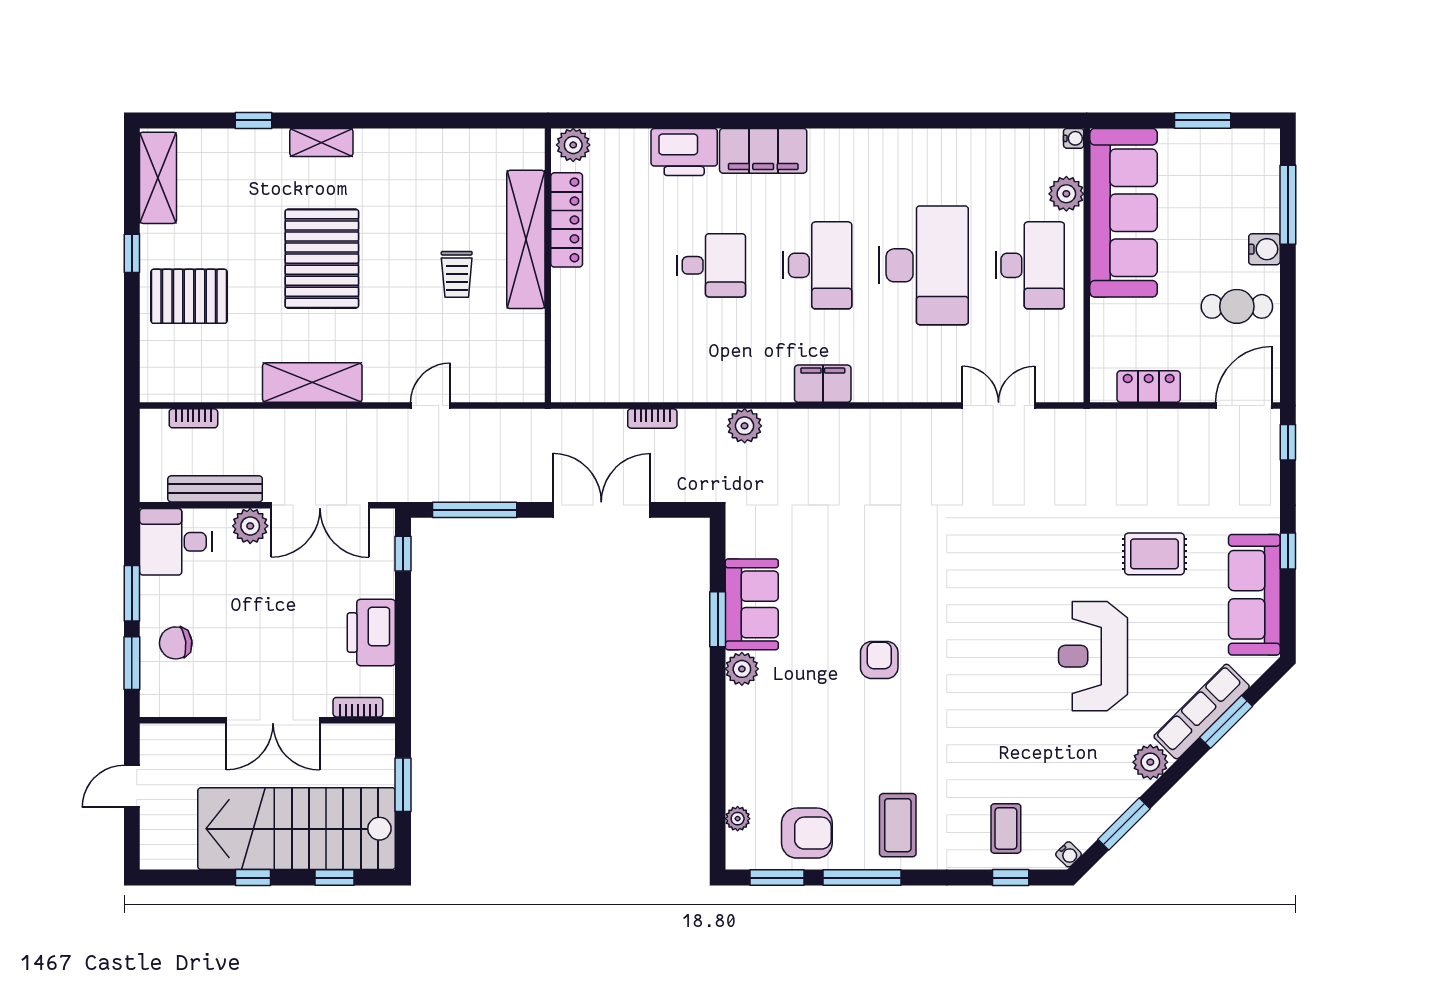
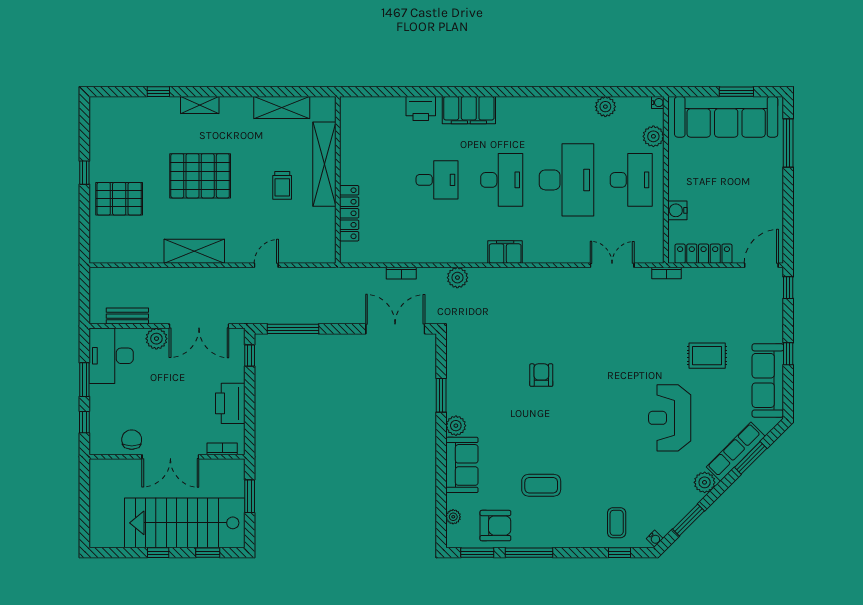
plant: (573, 145) -> (605, 107), moved
printer: (684, 152) -> (421, 109), width x0.73, depth x0.84
shelving: (158, 178) -> (282, 108), moved, turned 90
sofa: (1124, 213) -> (726, 117), moved, turned 90
locker: (567, 220) -> (349, 213), moved
water cooler: (1264, 249) -> (677, 210), moved, turned 180
pallet: (322, 259) -> (200, 176), turned 90
cafe table: (1237, 306) -> (757, 205), removed
locker: (1149, 387) -> (704, 254), width x1.53
bookcase: (193, 418) -> (666, 273), moved
bench: (215, 489) -> (127, 316), width x0.73
double door: (601, 510) -> (395, 329), moved
desk: (176, 542) -> (111, 356), width x1.37
sofa: (752, 604) -> (462, 465), moved
chair: (176, 643) -> (132, 440), moved, turned 97
armchair: (879, 660) -> (541, 375), moved
window: (132, 663) -> (84, 422), width x0.67
door: (132, 786) -> (84, 497), removed
coffee table: (898, 825) -> (541, 485), moved, turned 90

